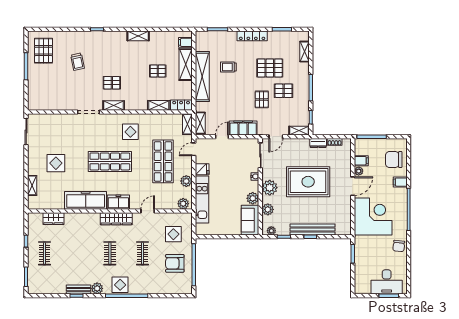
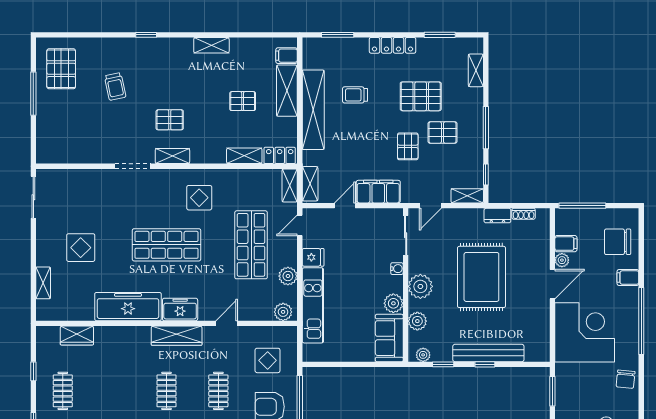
rug: (308, 182) -> (481, 277), turned 90

